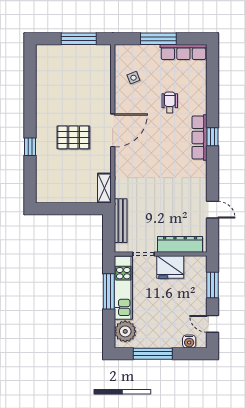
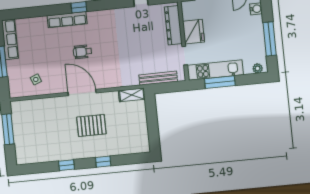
wheelchair: (170, 102) -> (82, 52), moved
window: (30, 103) -> (66, 165), added
pallet: (73, 137) -> (91, 125), turned 90
row of seats: (199, 137) -> (67, 20), moved
plant: (125, 331) -> (258, 68), width x0.53, depth x0.53

